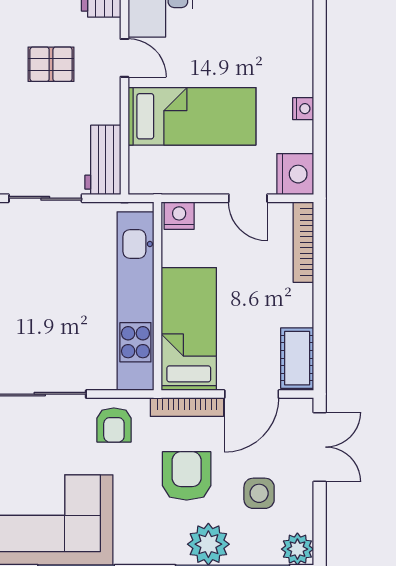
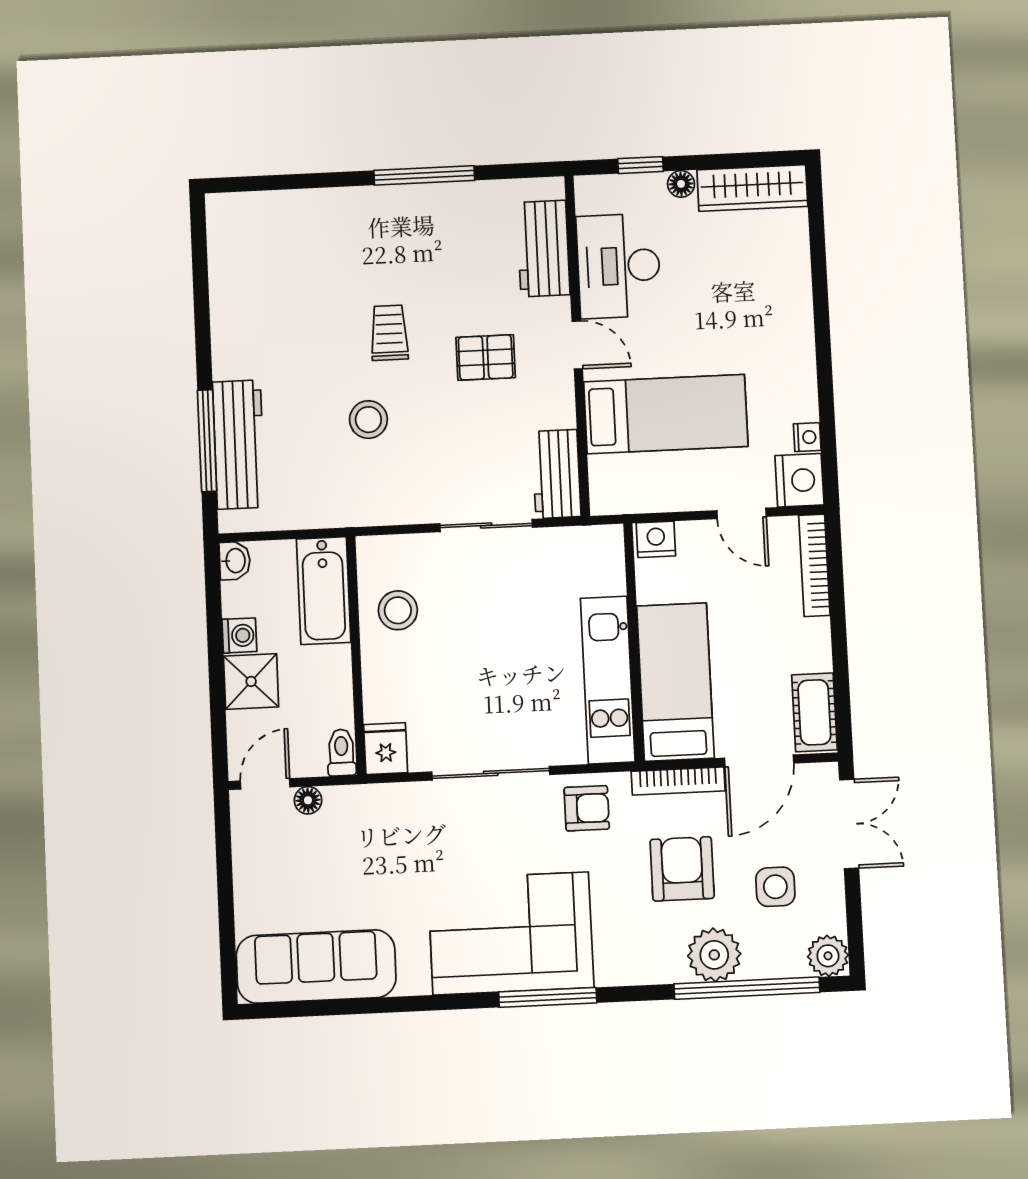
nightstand: (303, 109) -> (807, 437), moved
kitchen unit: (135, 301) -> (608, 680), width x0.73
armchair: (114, 425) -> (587, 808), turned -90

